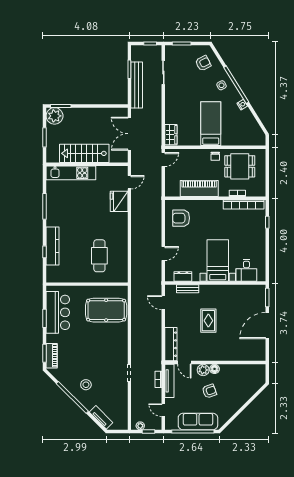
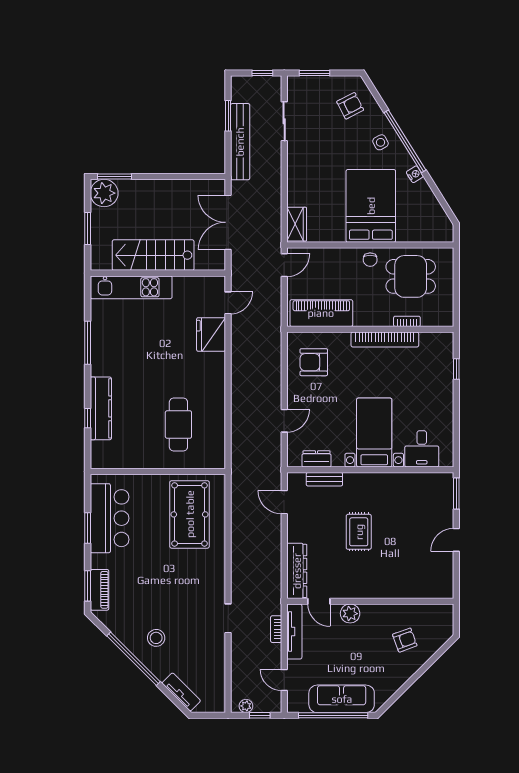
bed: (211, 124) -> (371, 206), width x1.50
piano: (199, 188) -> (321, 313), moved
bookcase: (244, 204) -> (385, 340), moved
pool table: (106, 310) -> (190, 514), turned 90
door: (267, 326) -> (456, 540), width x0.53
floor lamp: (215, 369) -> (369, 612), removed
armchair: (209, 391) -> (405, 640), moved

